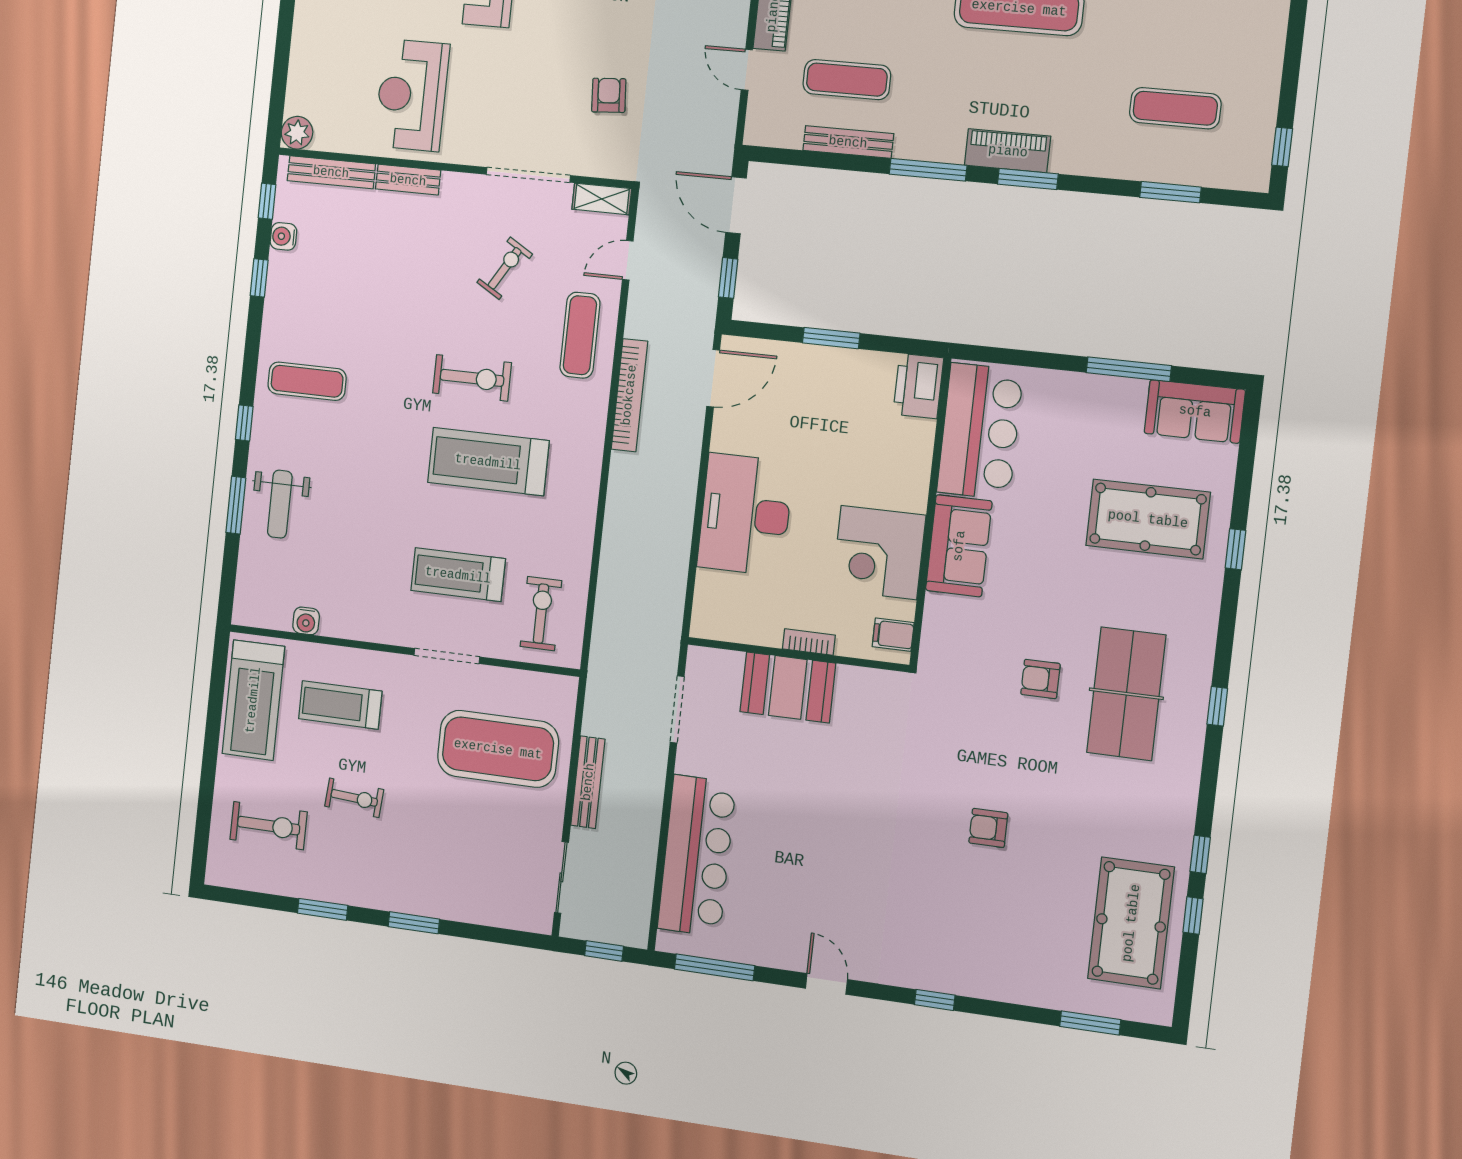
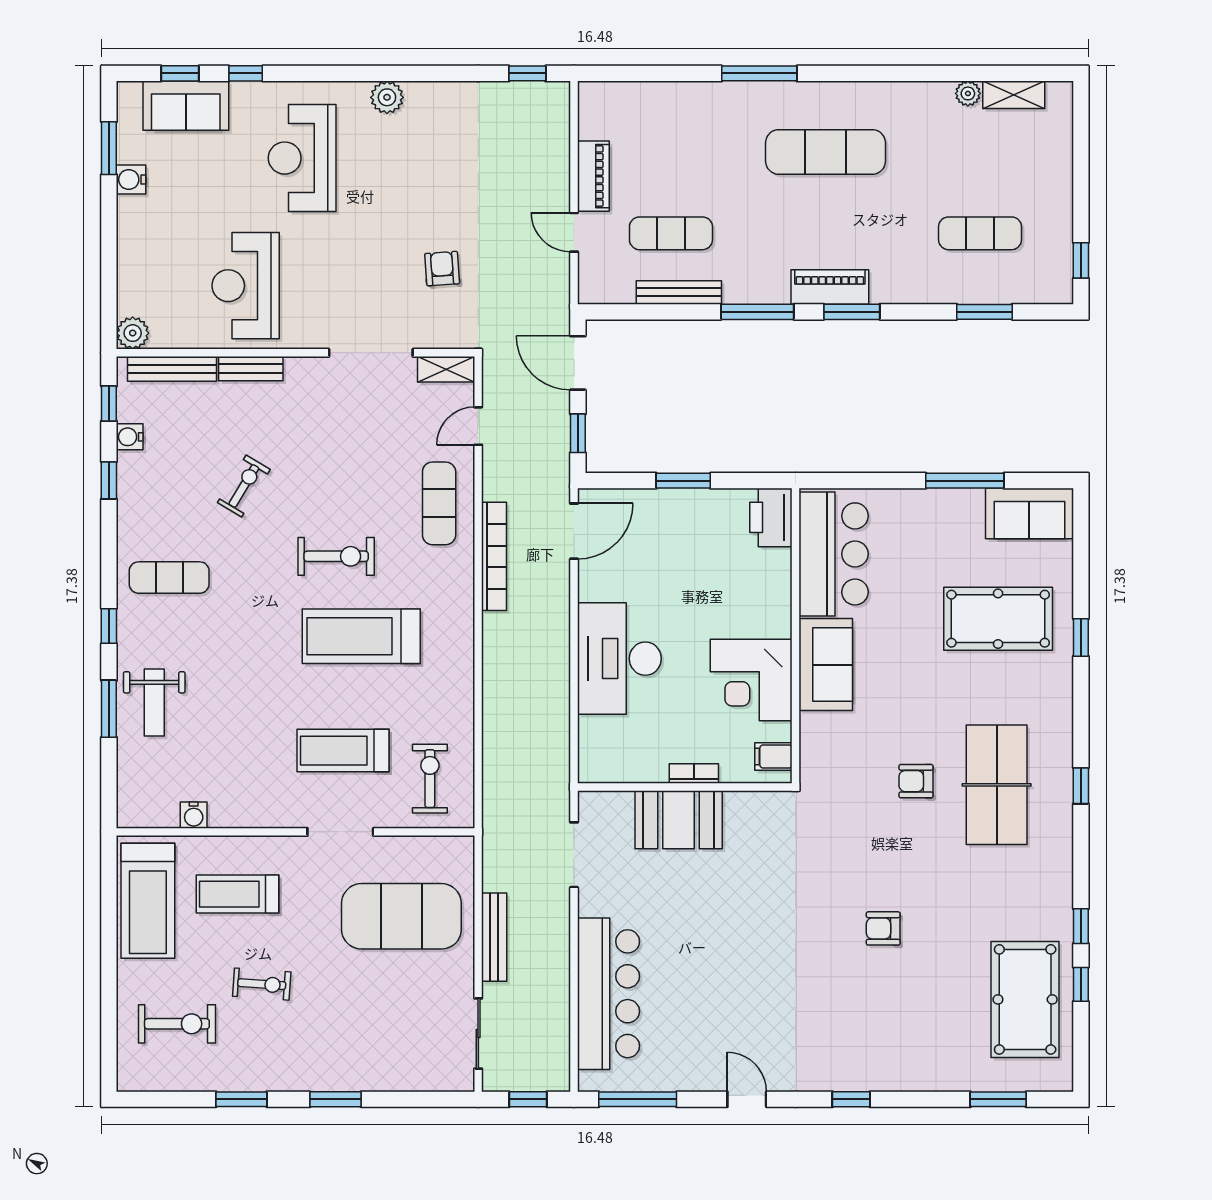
exercise bike: (505, 268) -> (244, 486), moved

